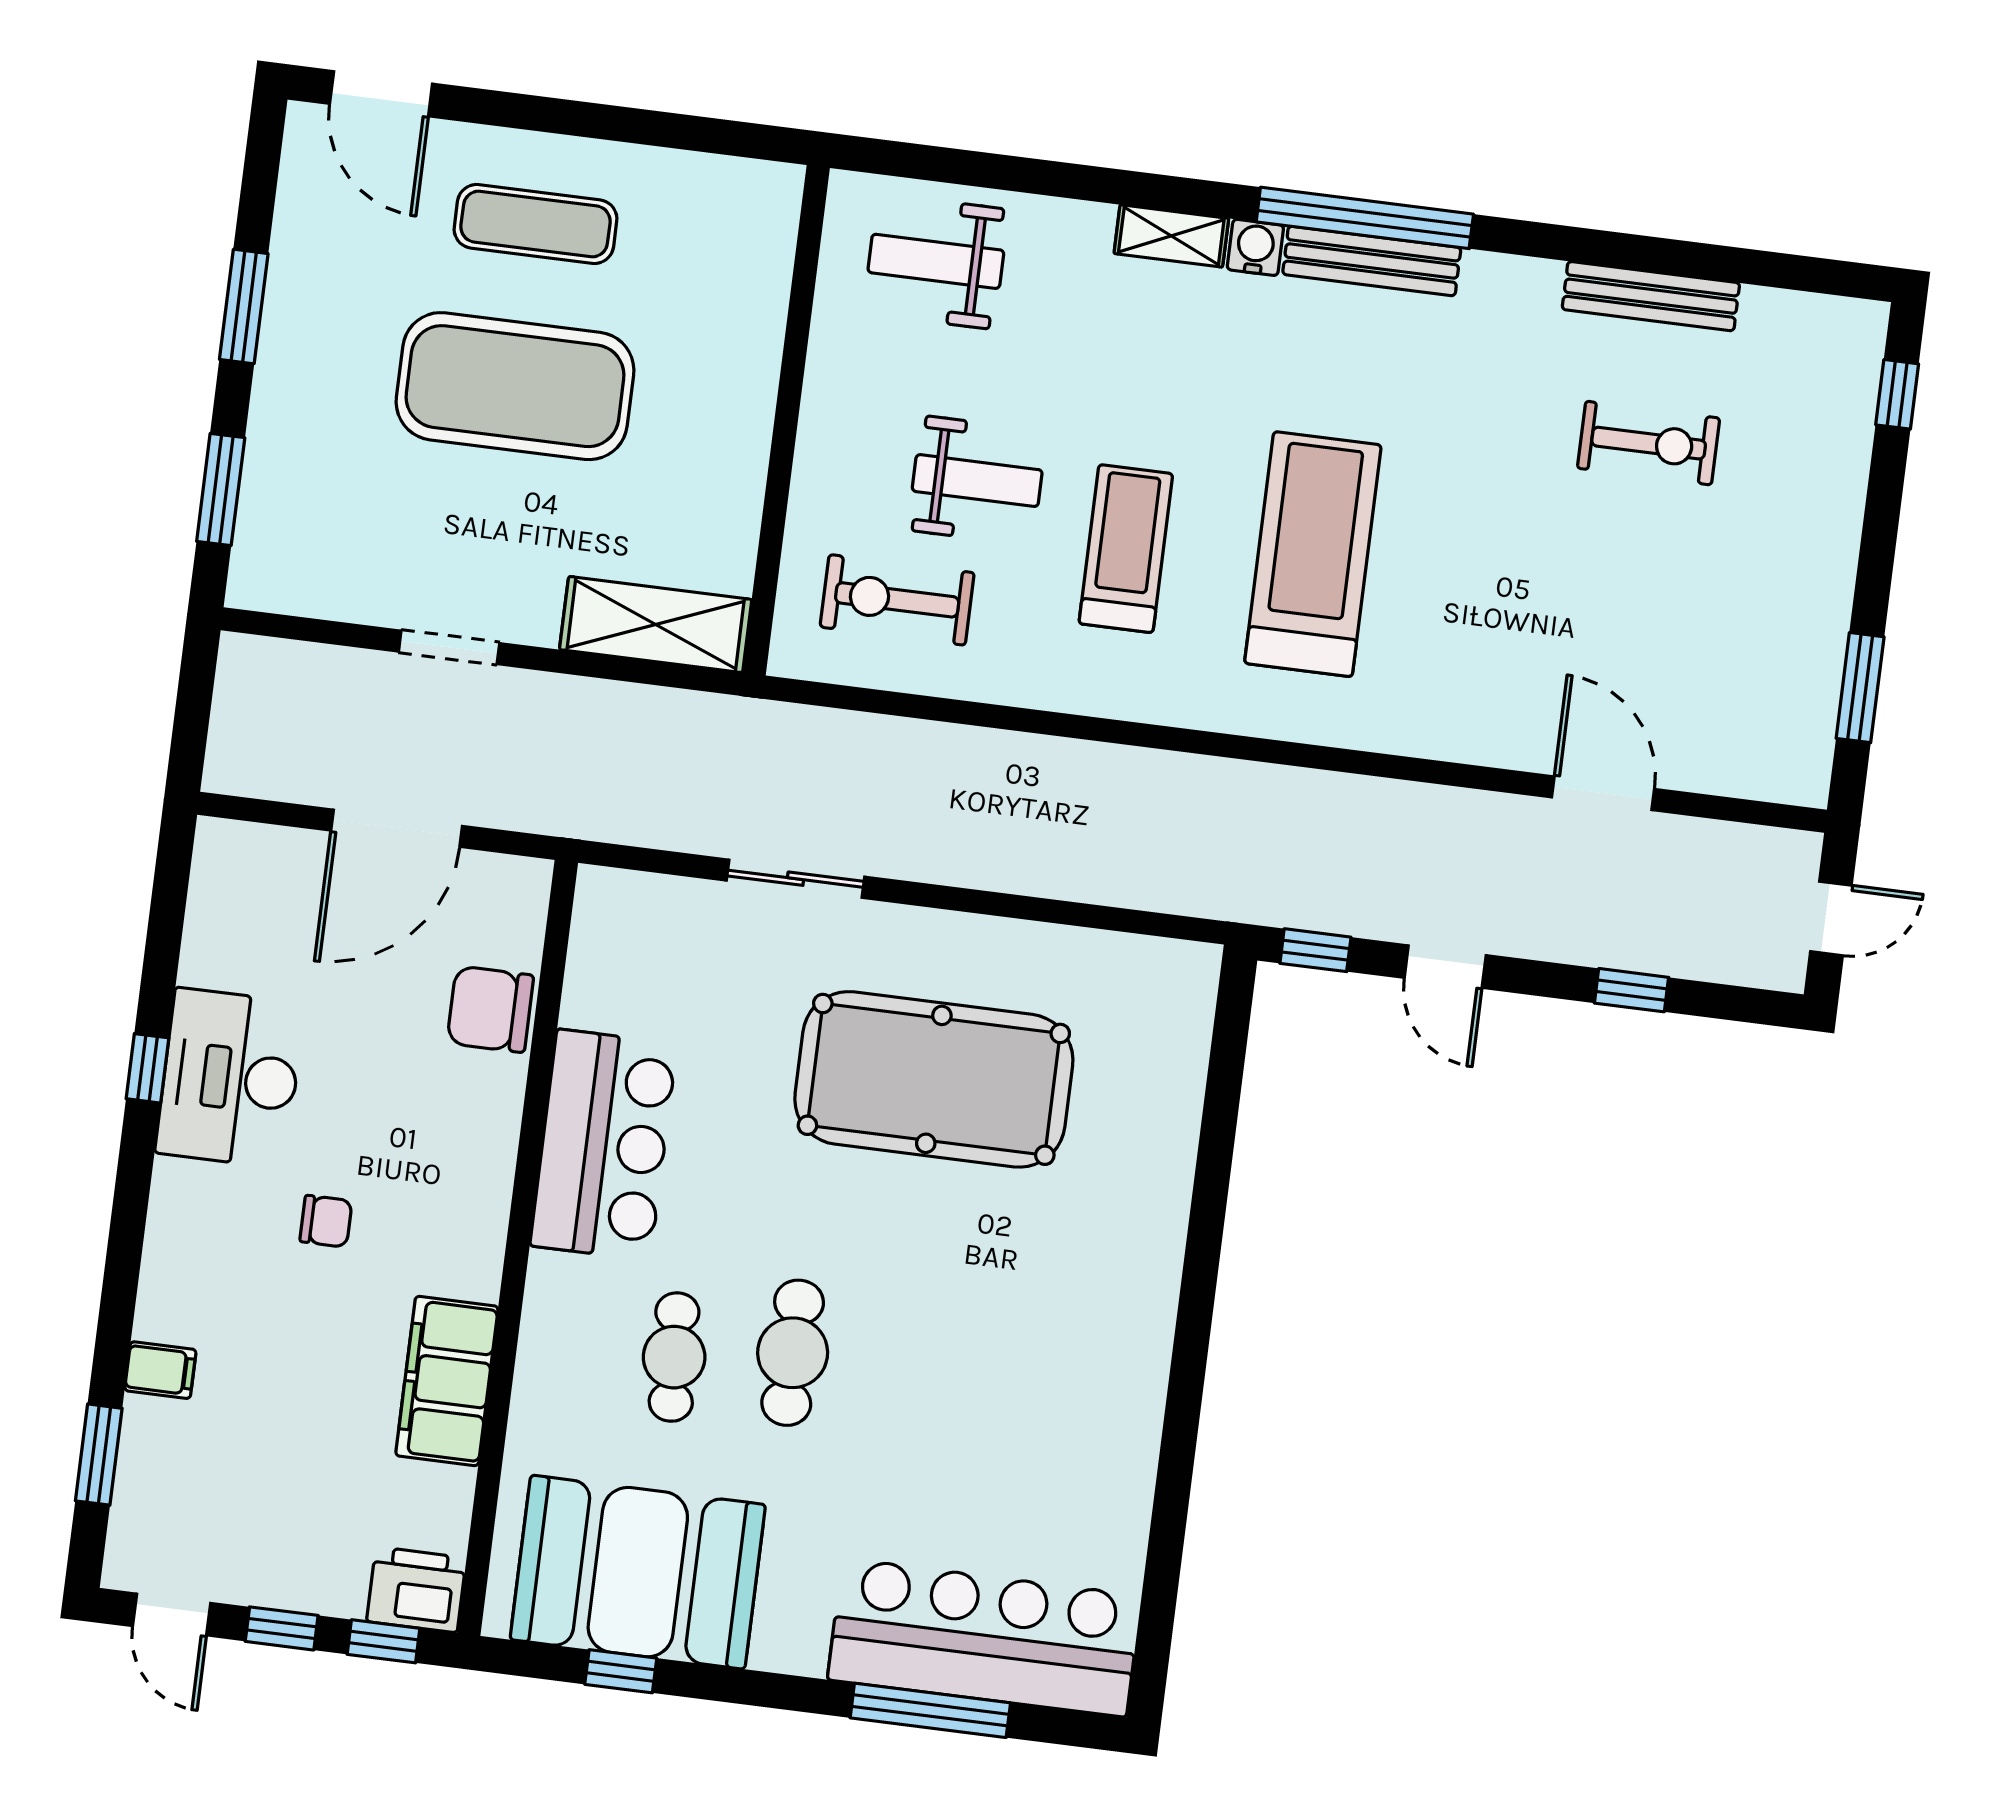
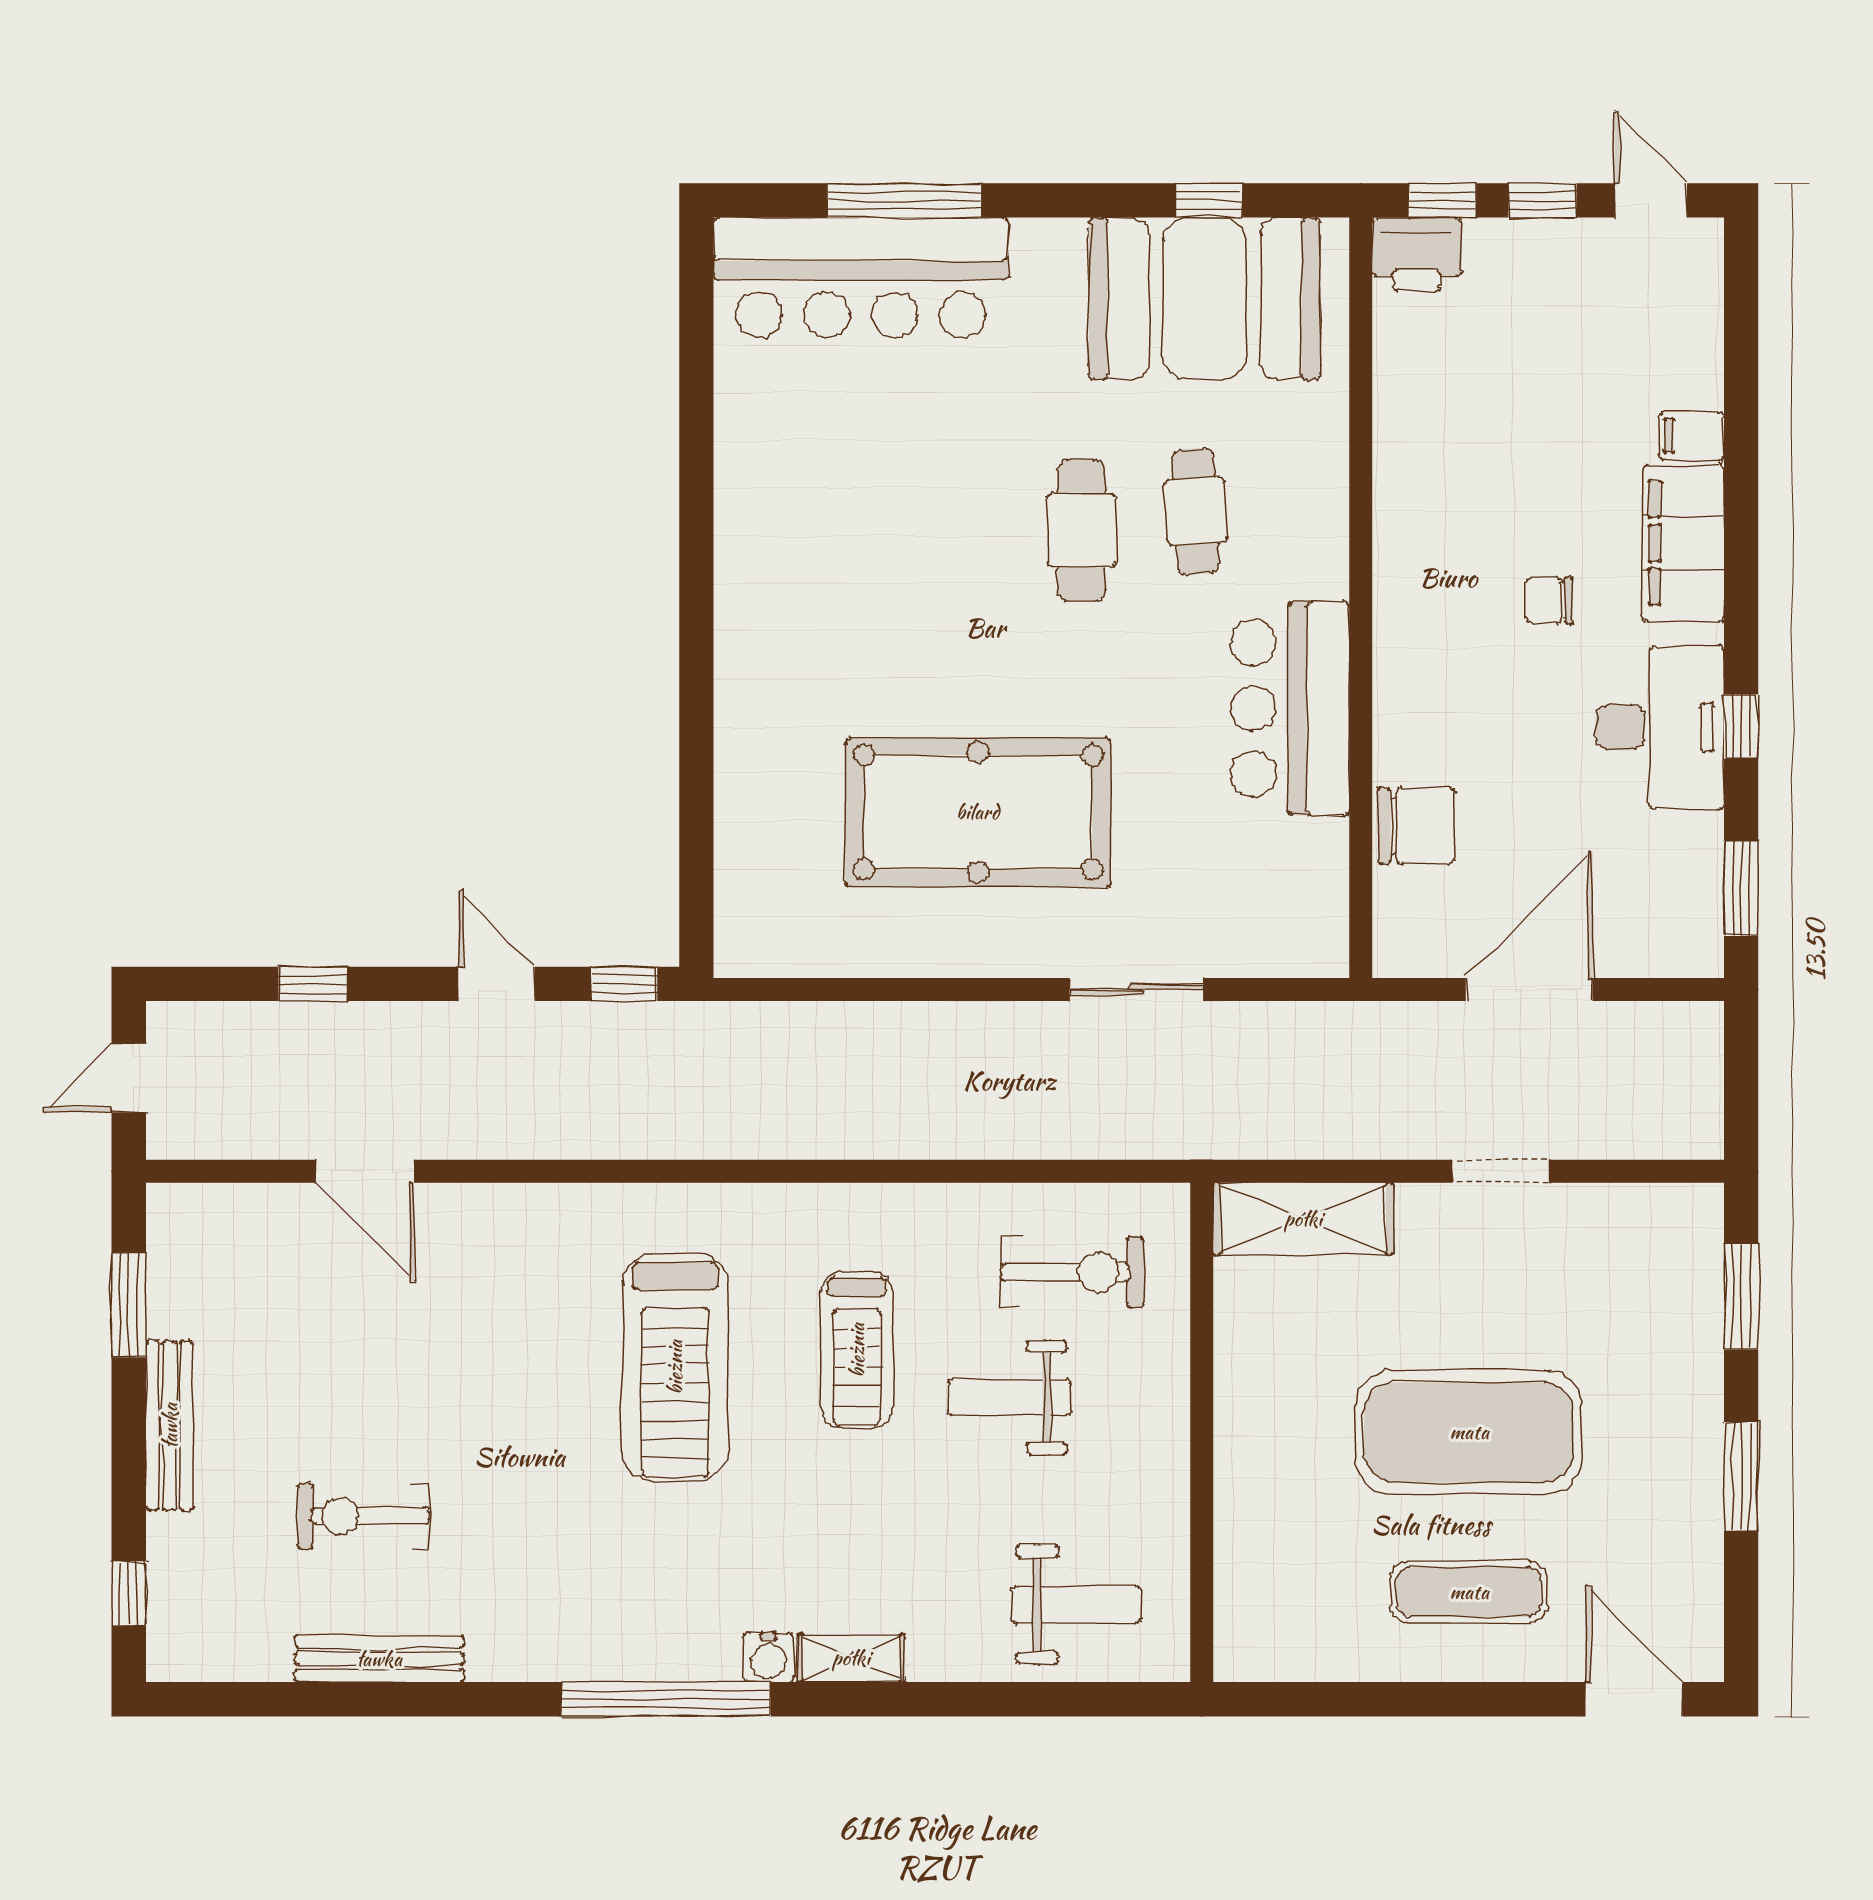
bench: (1372, 261) -> (170, 1426), moved, turned 90
filing cabinet: (447, 1381) -> (1683, 543), moved, turned 180
window: (99, 1455) -> (1741, 888), moved

